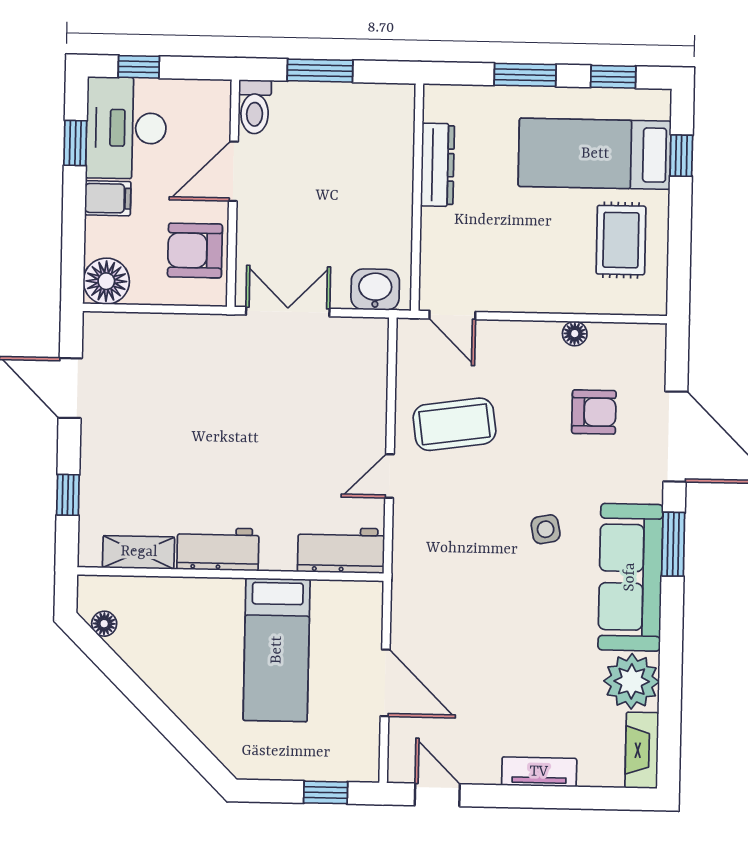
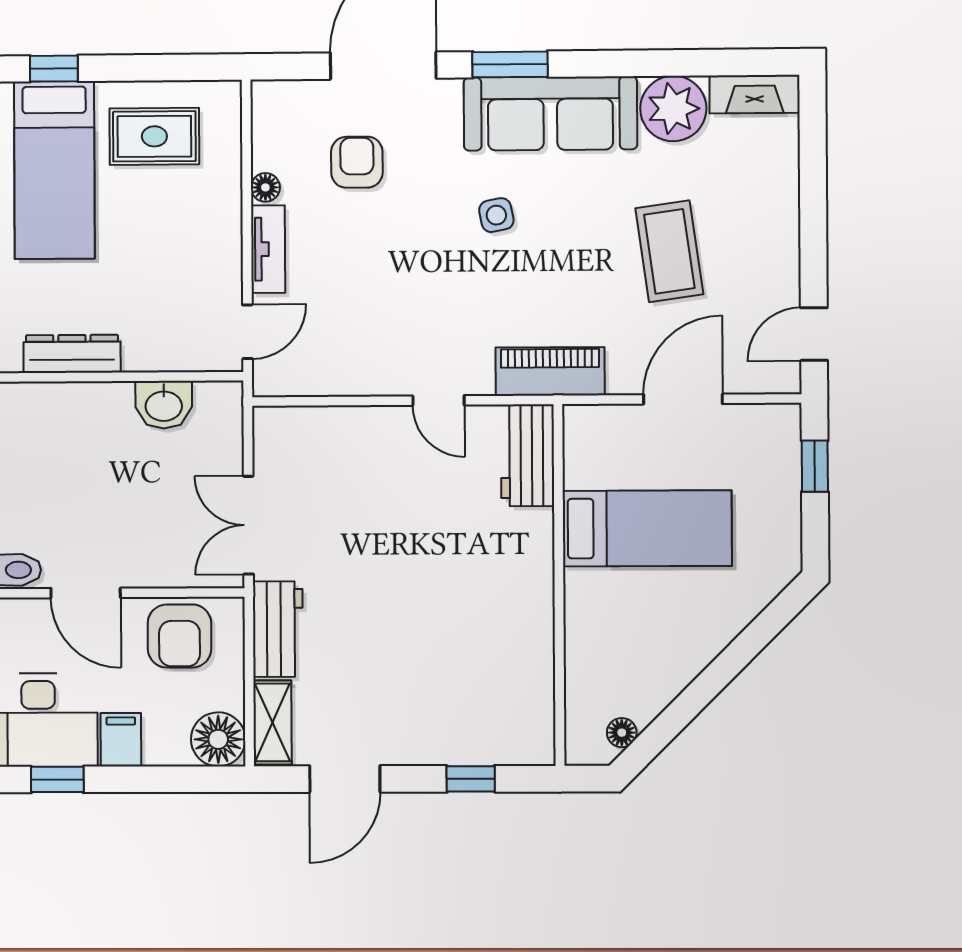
washbasin: (375, 290) -> (164, 405), moved, turned -90
coffee table: (454, 424) -> (669, 251), moved
workbench: (218, 549) -> (278, 629), moved, turned 180
shelving: (139, 552) -> (273, 722), moved
piano: (412, 571) -> (550, 371), added
tv unit: (539, 772) -> (268, 249), moved, turned 180

